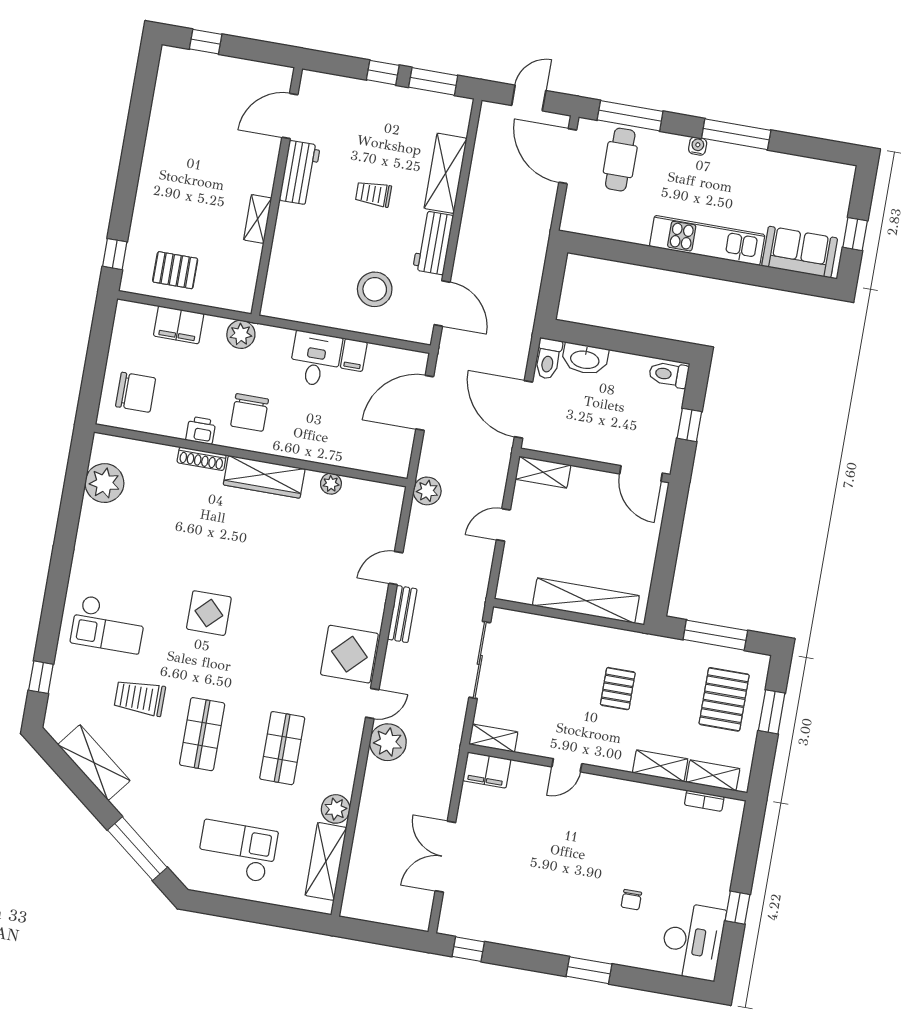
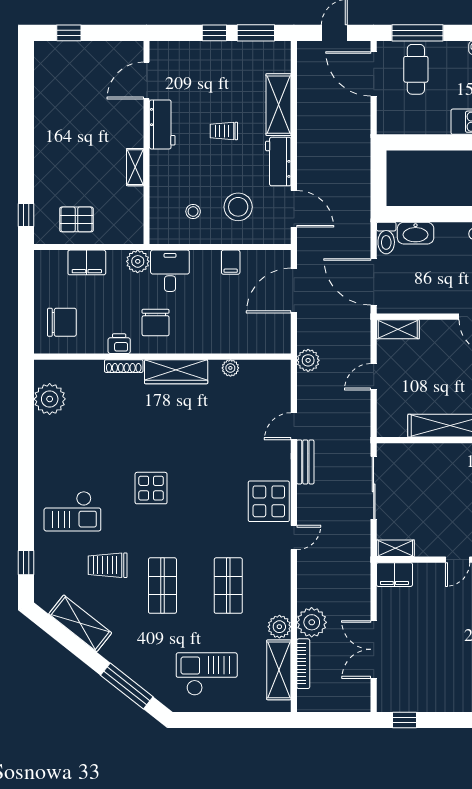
stool: (319, 285) -> (193, 211), added
desk: (315, 359) -> (170, 271), moved
plant: (388, 742) -> (312, 622), moved
bookcase: (357, 859) -> (303, 664), added

